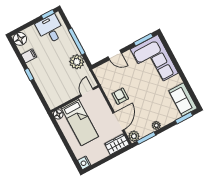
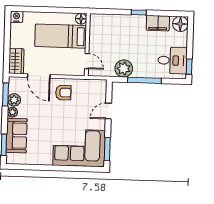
filing cabinet: (29, 56) -> (158, 23), width x2.00
sofa: (183, 99) -> (17, 136), moved, turned 90
plant: (134, 136) -> (14, 100), moved

